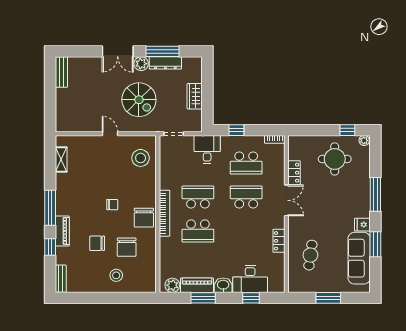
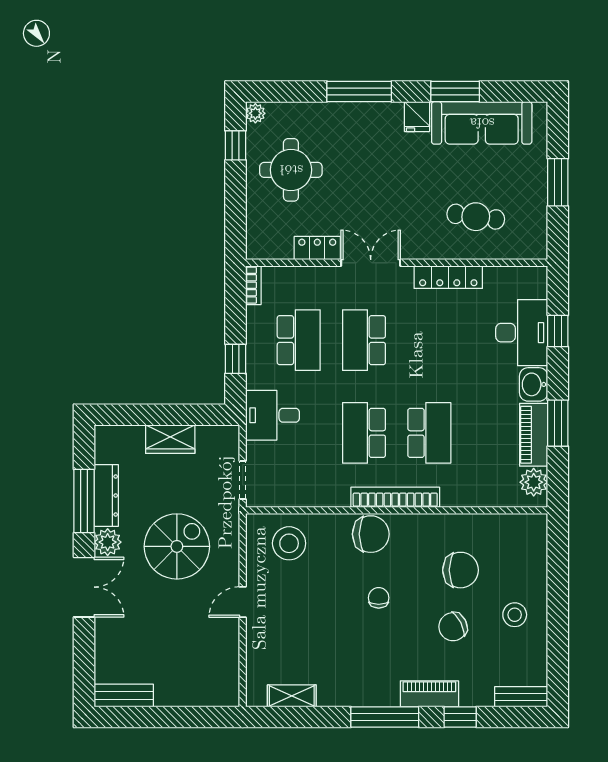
chair: (144, 218) -> (371, 534), moved
locker: (279, 241) -> (448, 277), width x1.53
chair: (97, 243) -> (453, 627), turned 63
stool: (116, 275) -> (515, 615), moved

